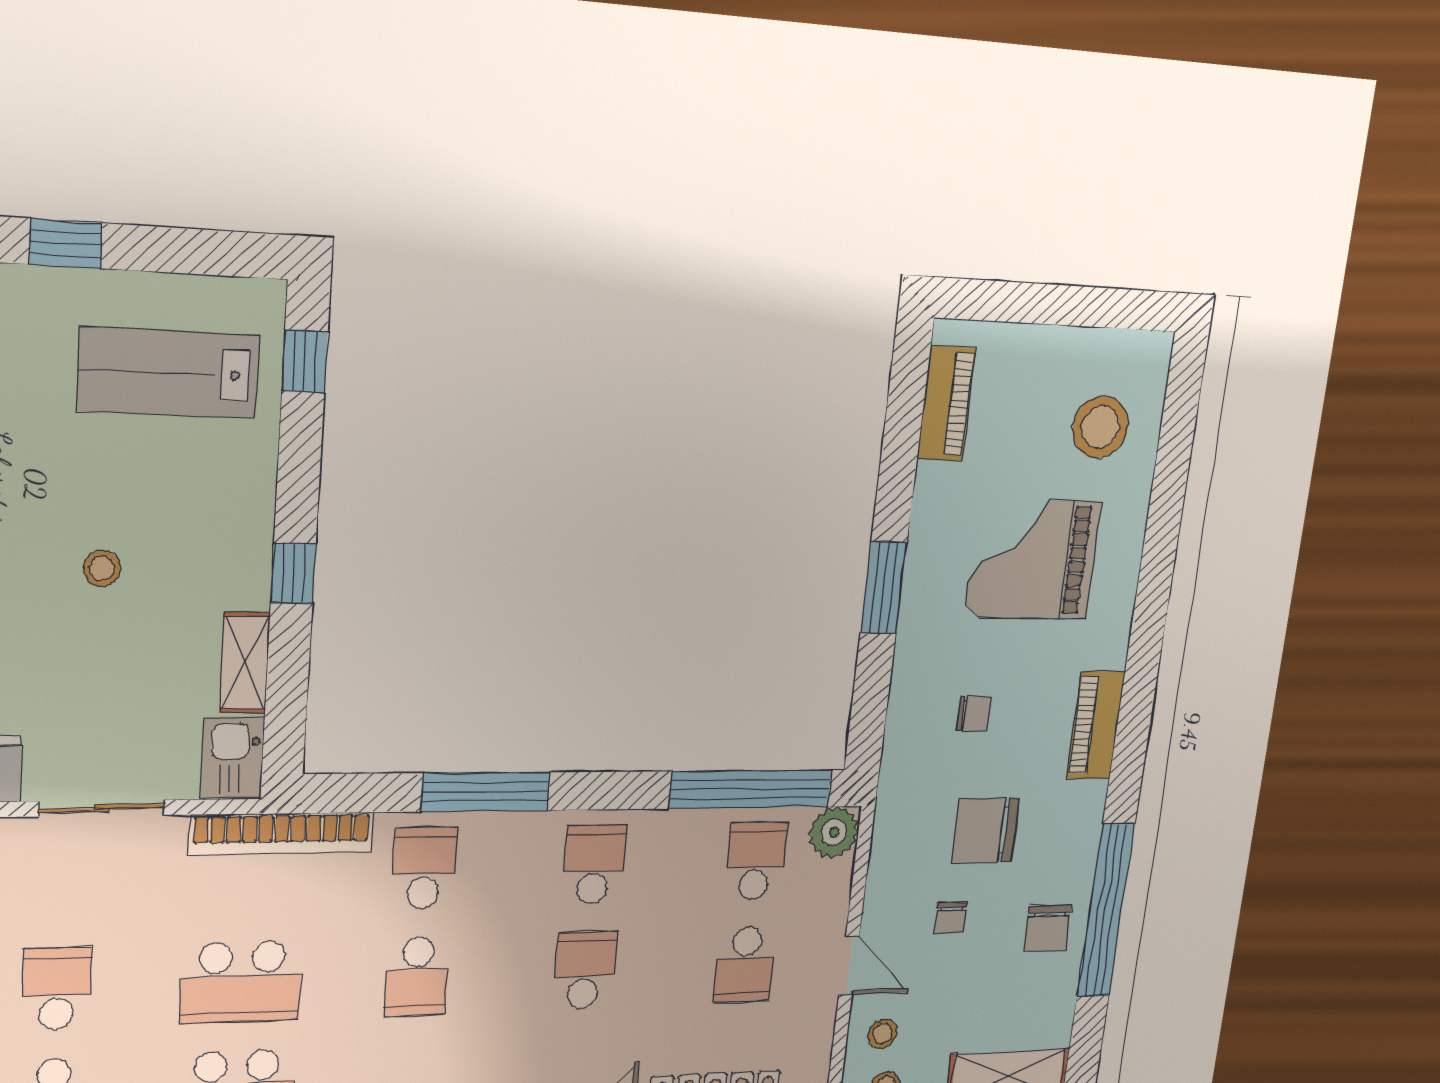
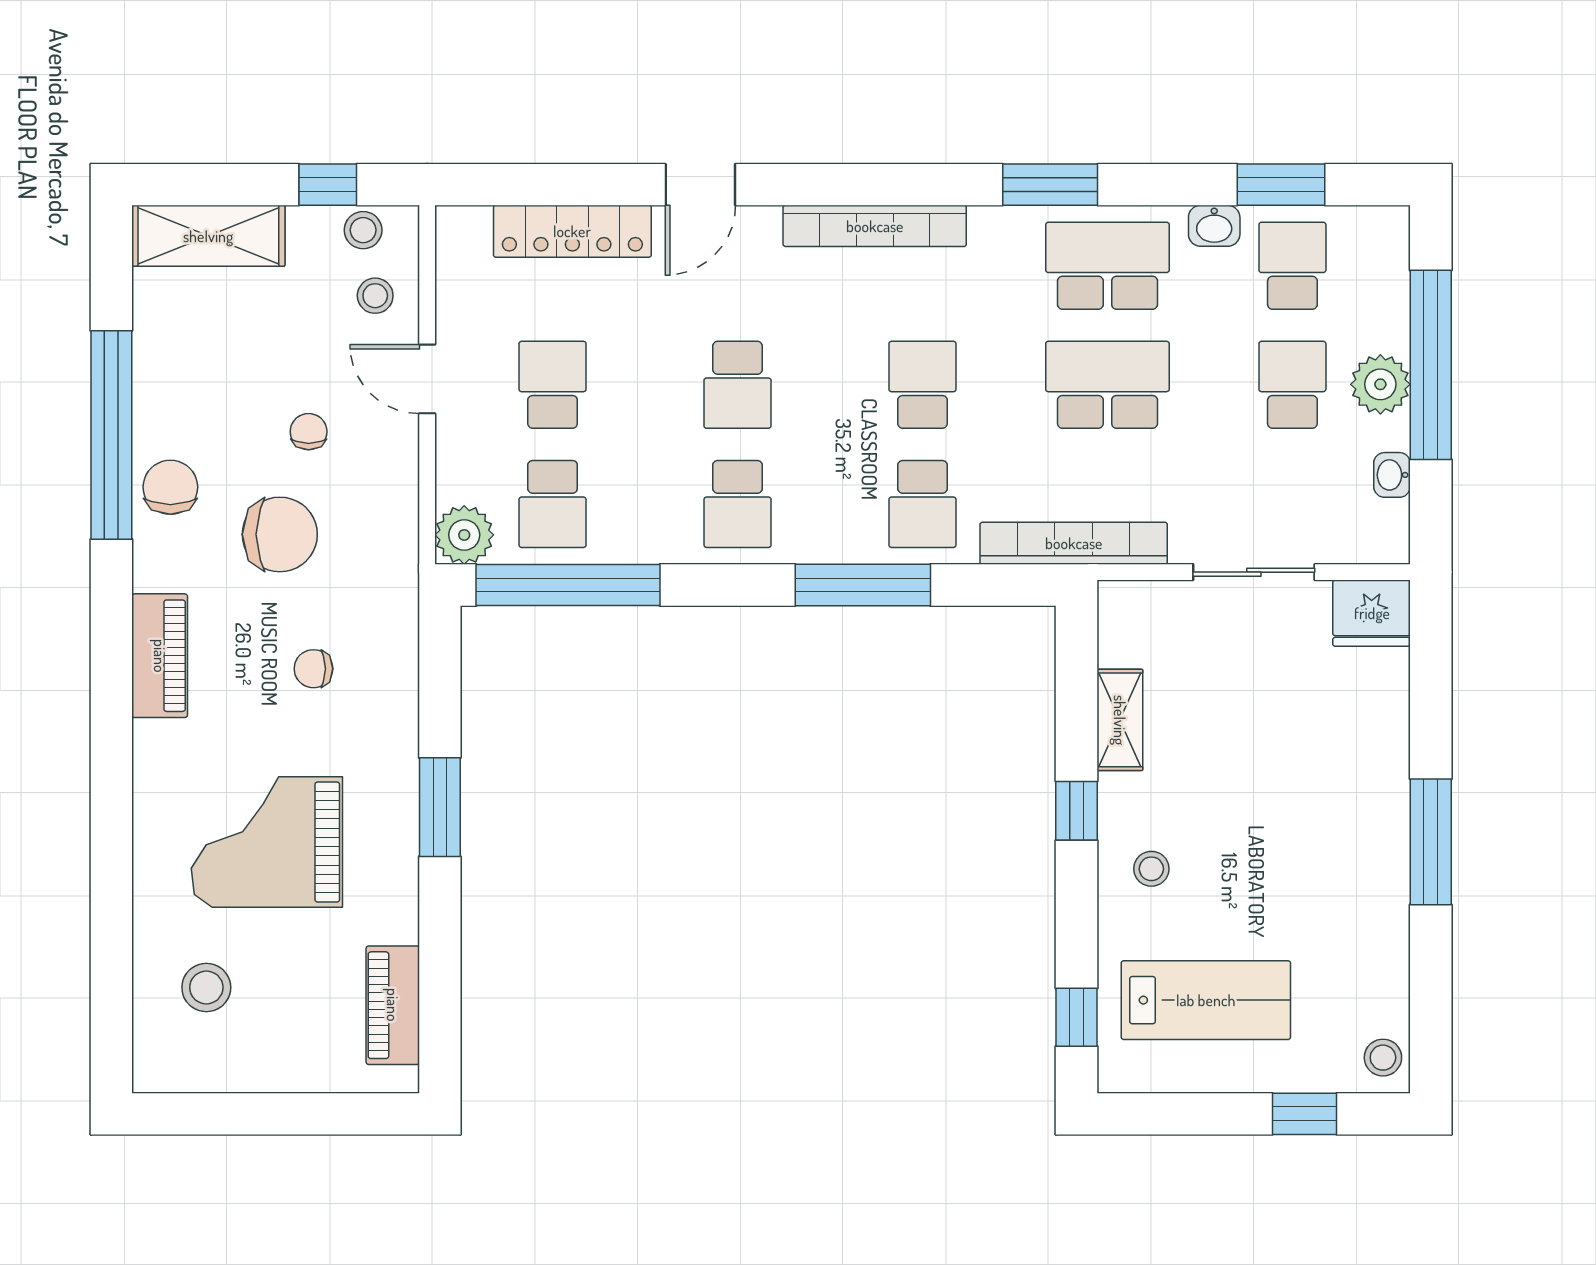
stool: (1100, 427) -> (206, 987), width x0.73, depth x0.73
grand piano: (1032, 559) -> (267, 842), turned 180
stool: (102, 568) -> (1151, 869), moved
kitchen sink: (233, 757) -> (1127, 623), removed
chair: (1047, 928) -> (170, 487), moved
school desk: (57, 989) -> (1292, 385), turned 180

